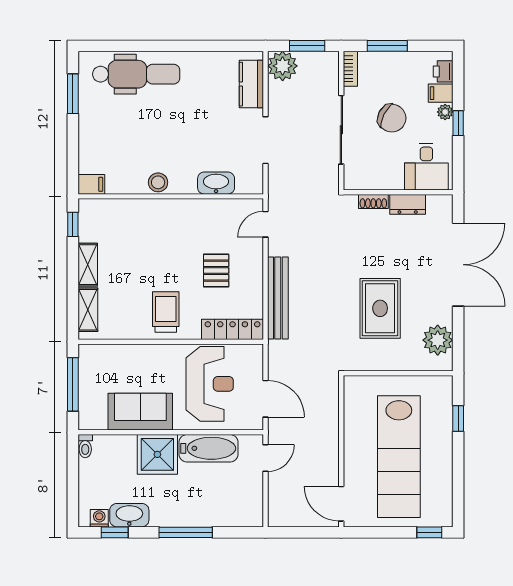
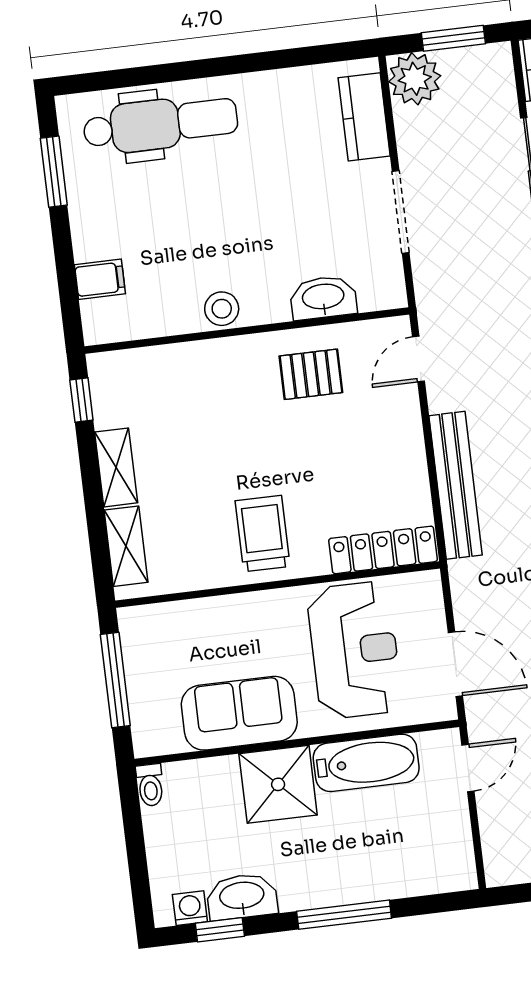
filing cabinet: (91, 184) -> (100, 279), moved
pallet: (216, 271) -> (311, 374), moved, turned 90

